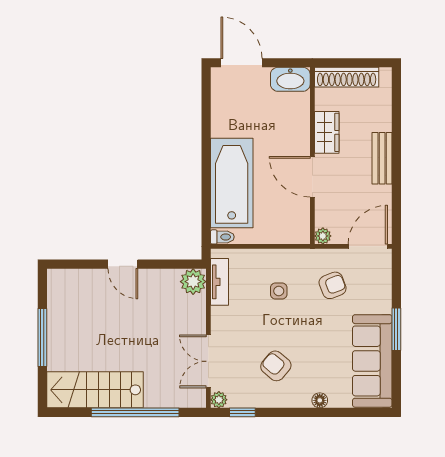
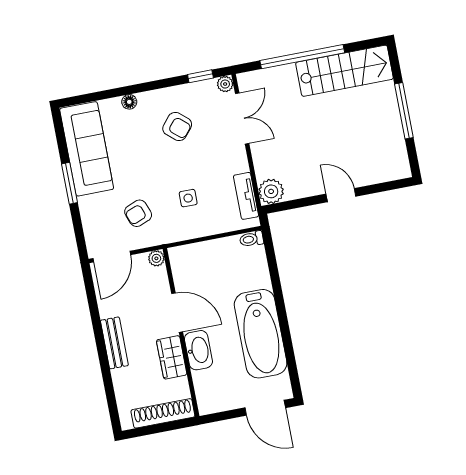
washbasin: (290, 79) -> (198, 350), moved, turned 90
bathtub: (232, 183) -> (261, 334), moved

